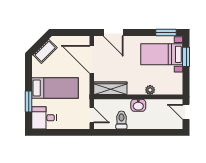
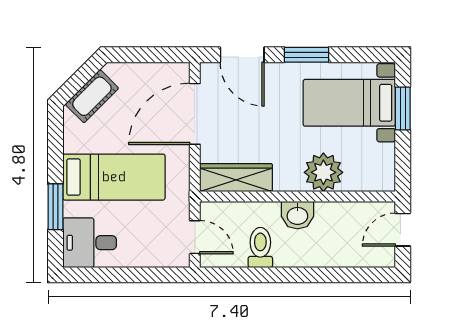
window: (166, 33) -> (306, 55), moved
door: (92, 59) -> (195, 114), hinge flipped
plant: (150, 90) -> (323, 172), width x1.88, depth x1.88
door: (186, 112) -> (403, 230), hinge flipped

